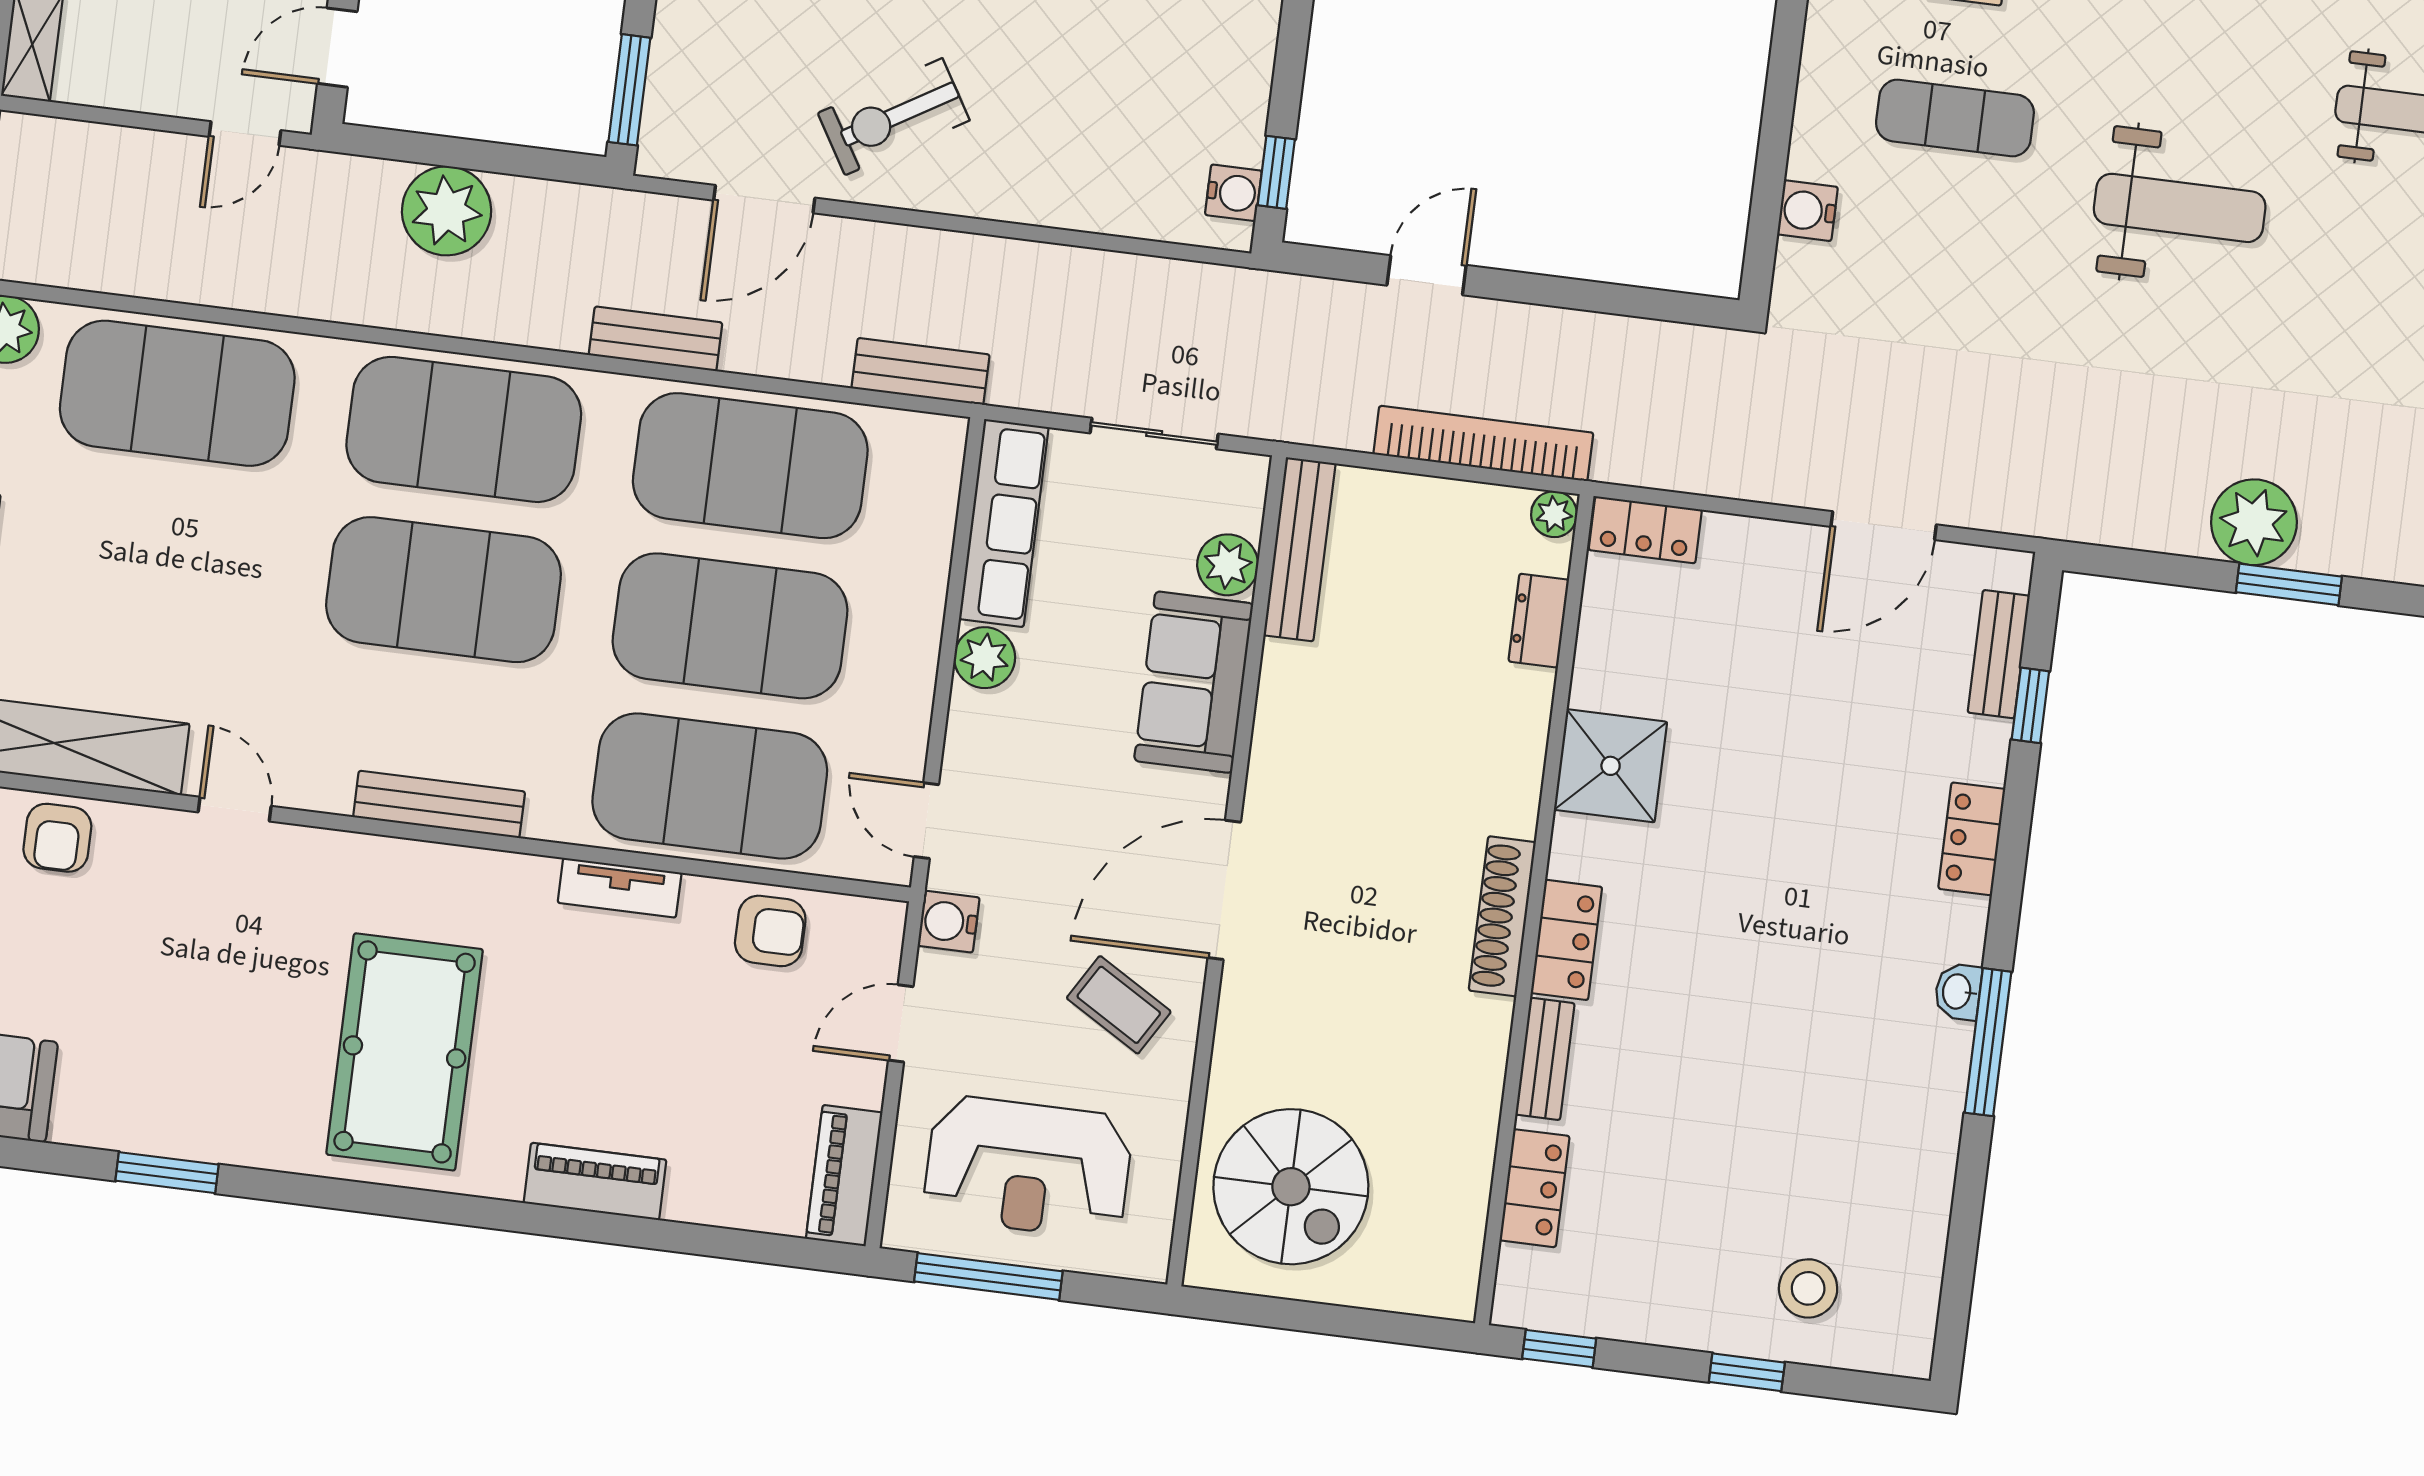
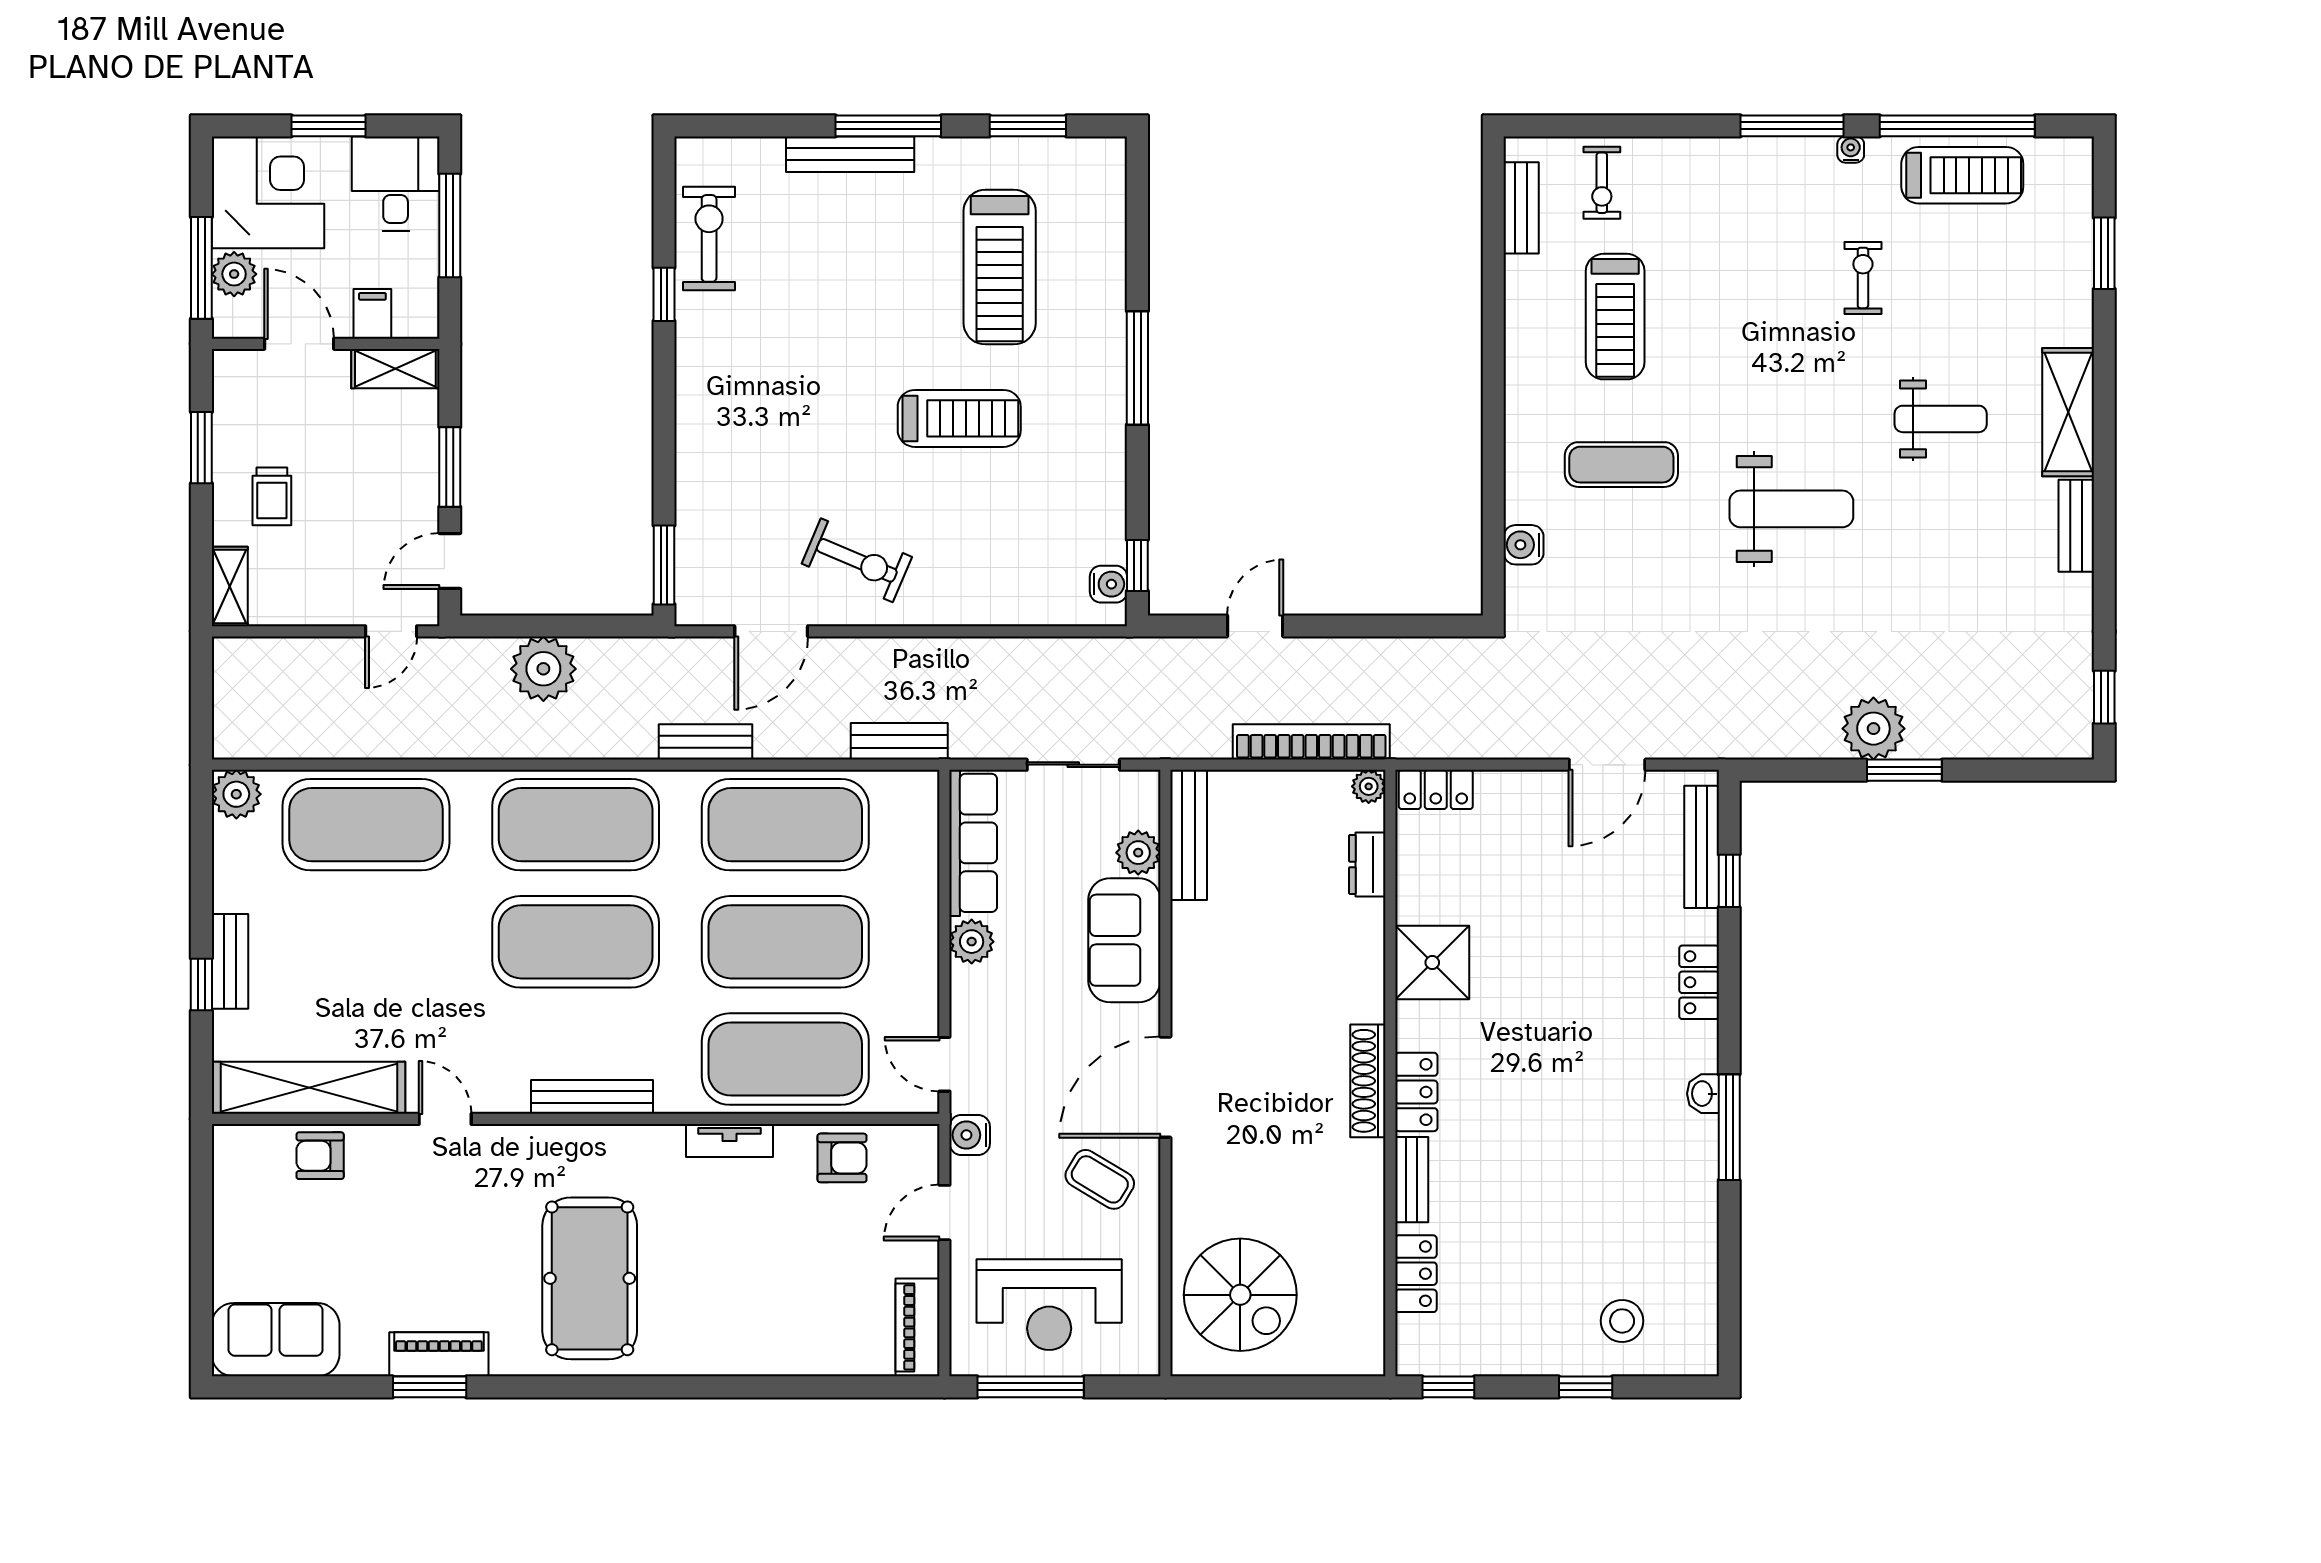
exercise bike: (894, 117) -> (857, 560), turned -126
bench: (1999, 654) -> (1702, 847), width x1.36
armchair: (57, 838) -> (320, 1156), turned 90
piano: (595, 1181) -> (439, 1354), moved

